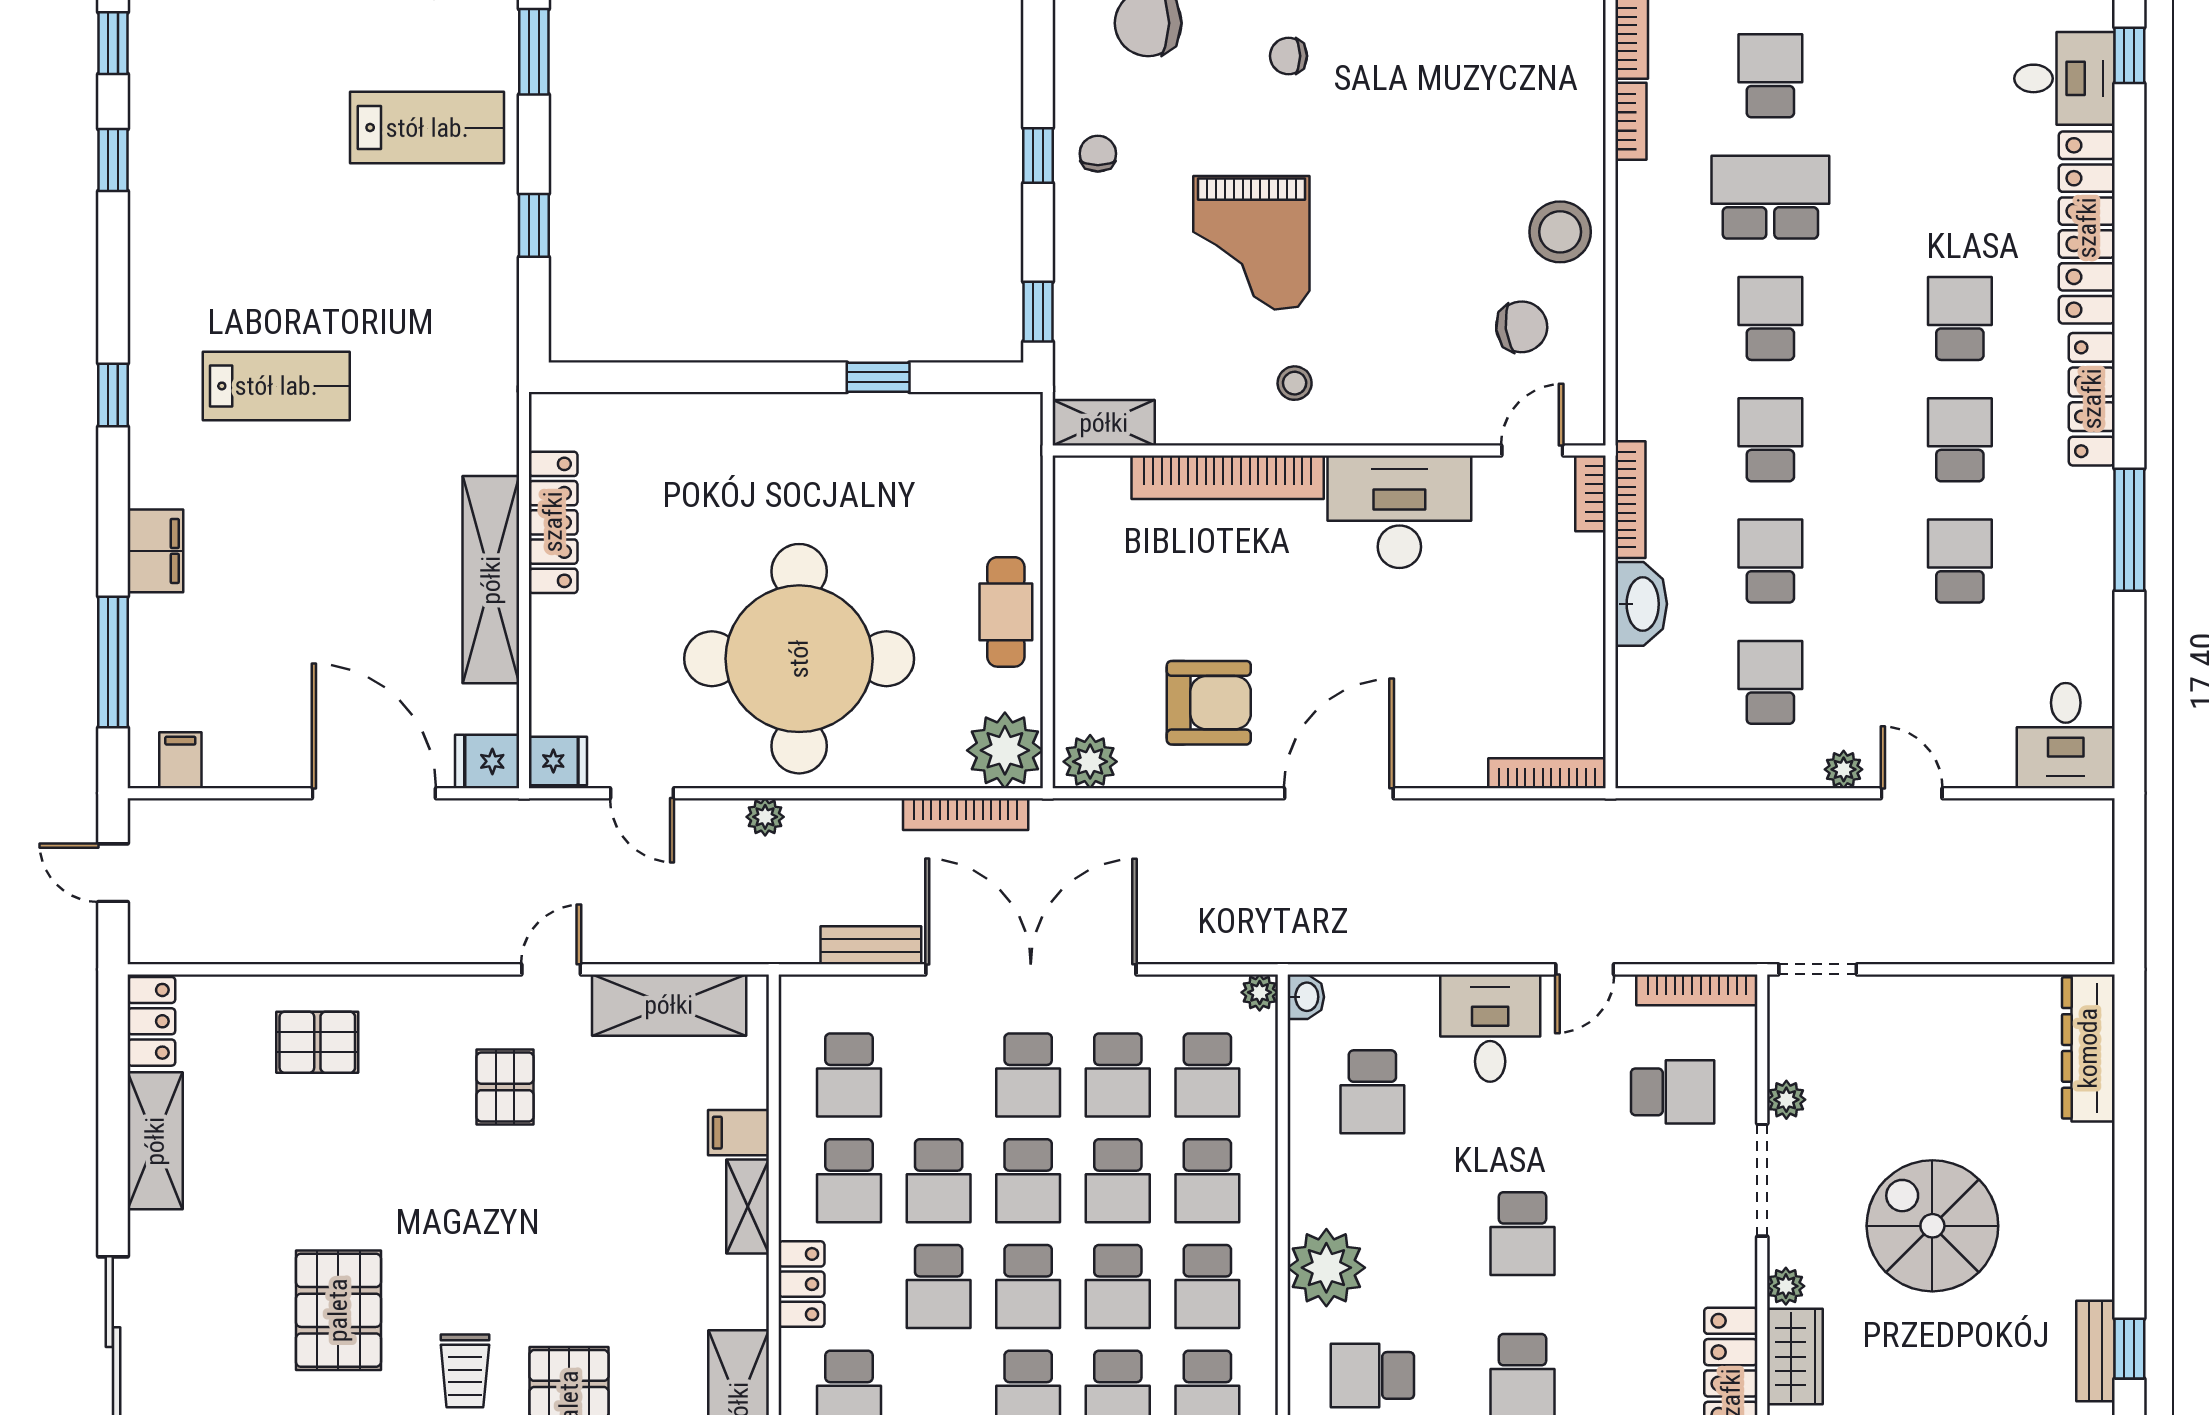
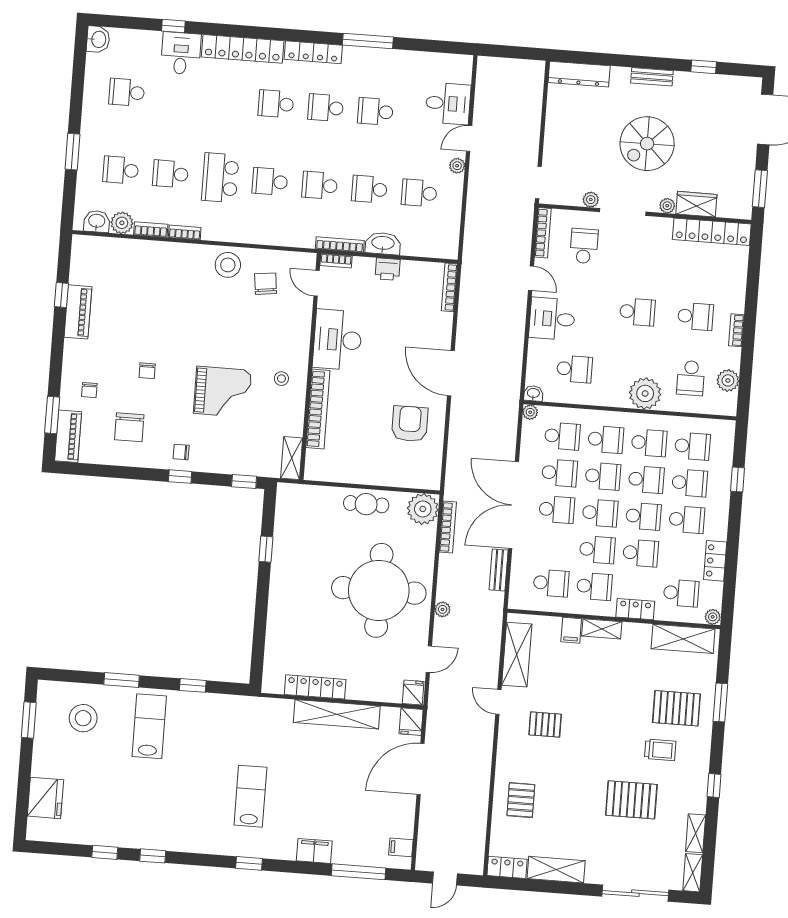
printer: (1580, 620) -> (388, 269), added
desk: (2066, 736) -> (448, 103), moved
plant: (1090, 762) -> (430, 474), removed
bench: (2095, 1351) -> (652, 77), moved

